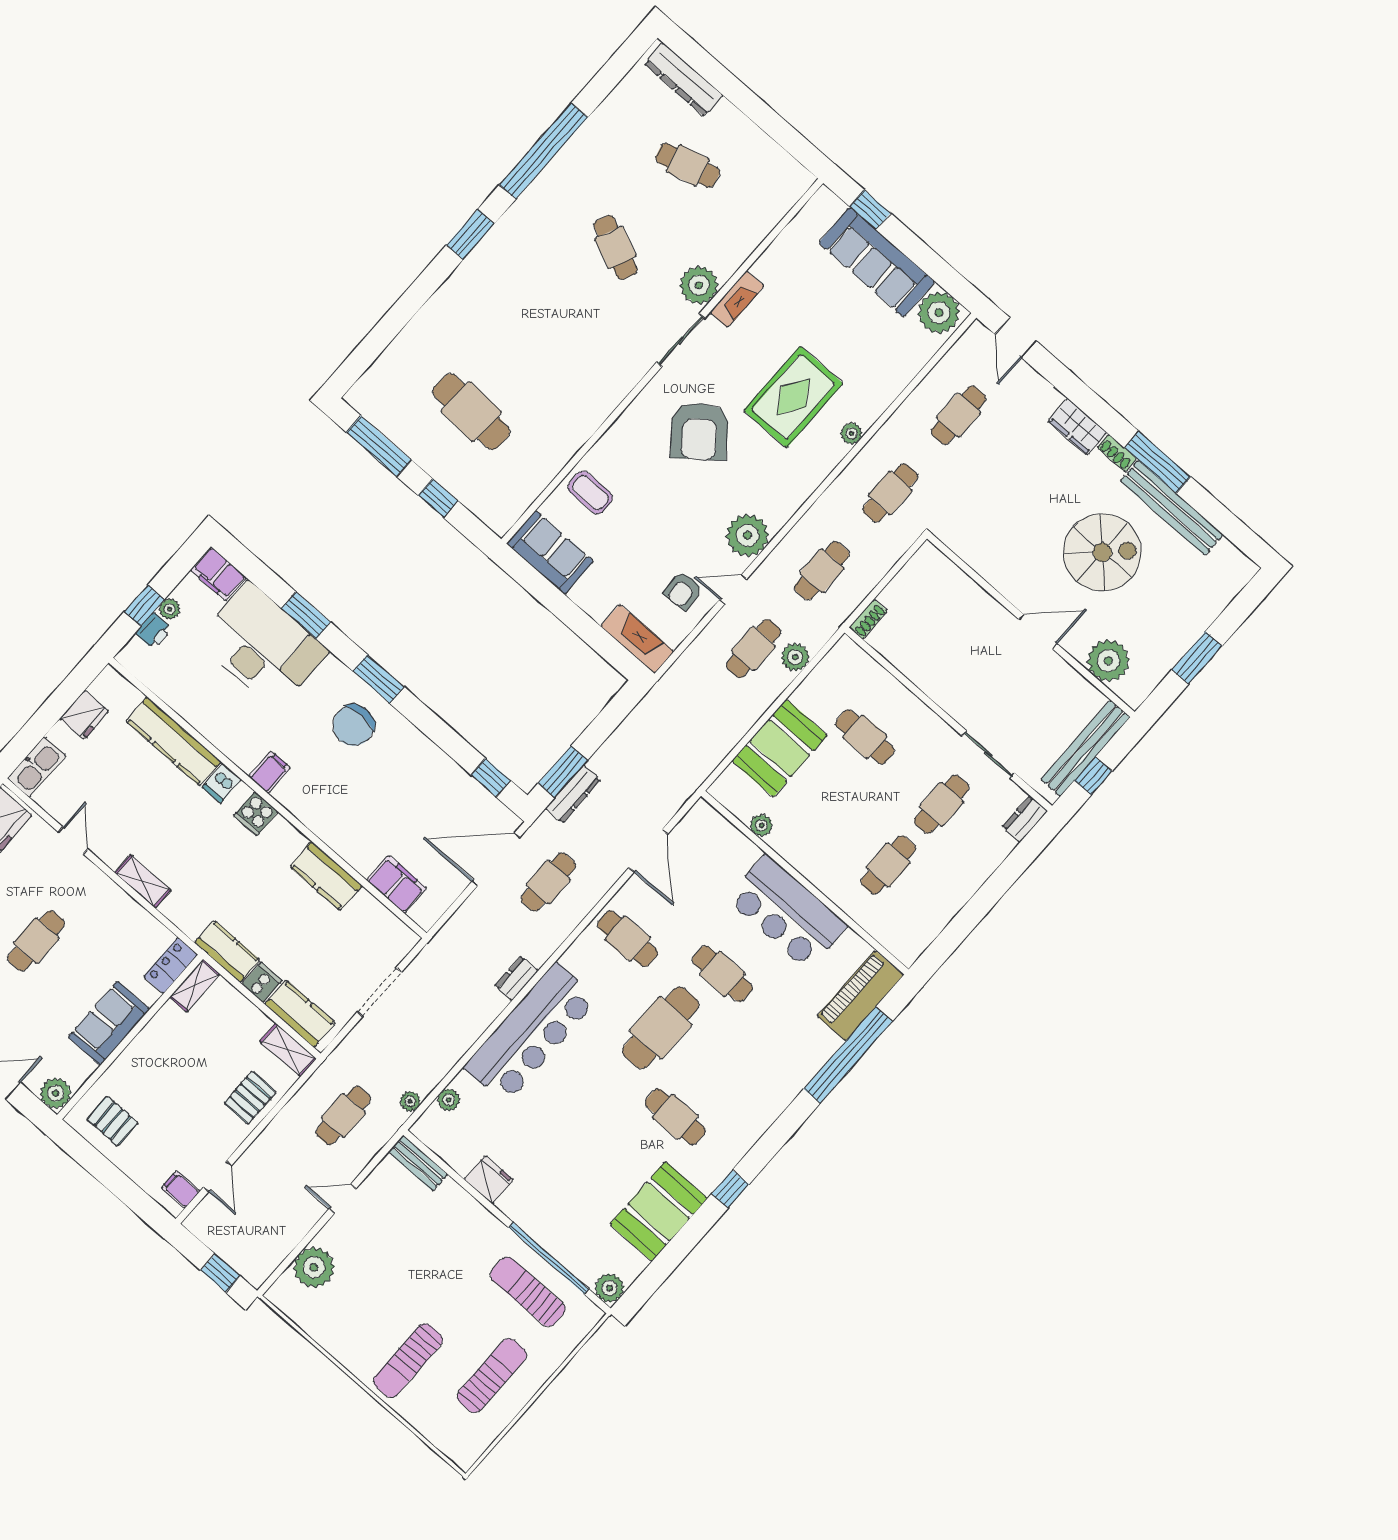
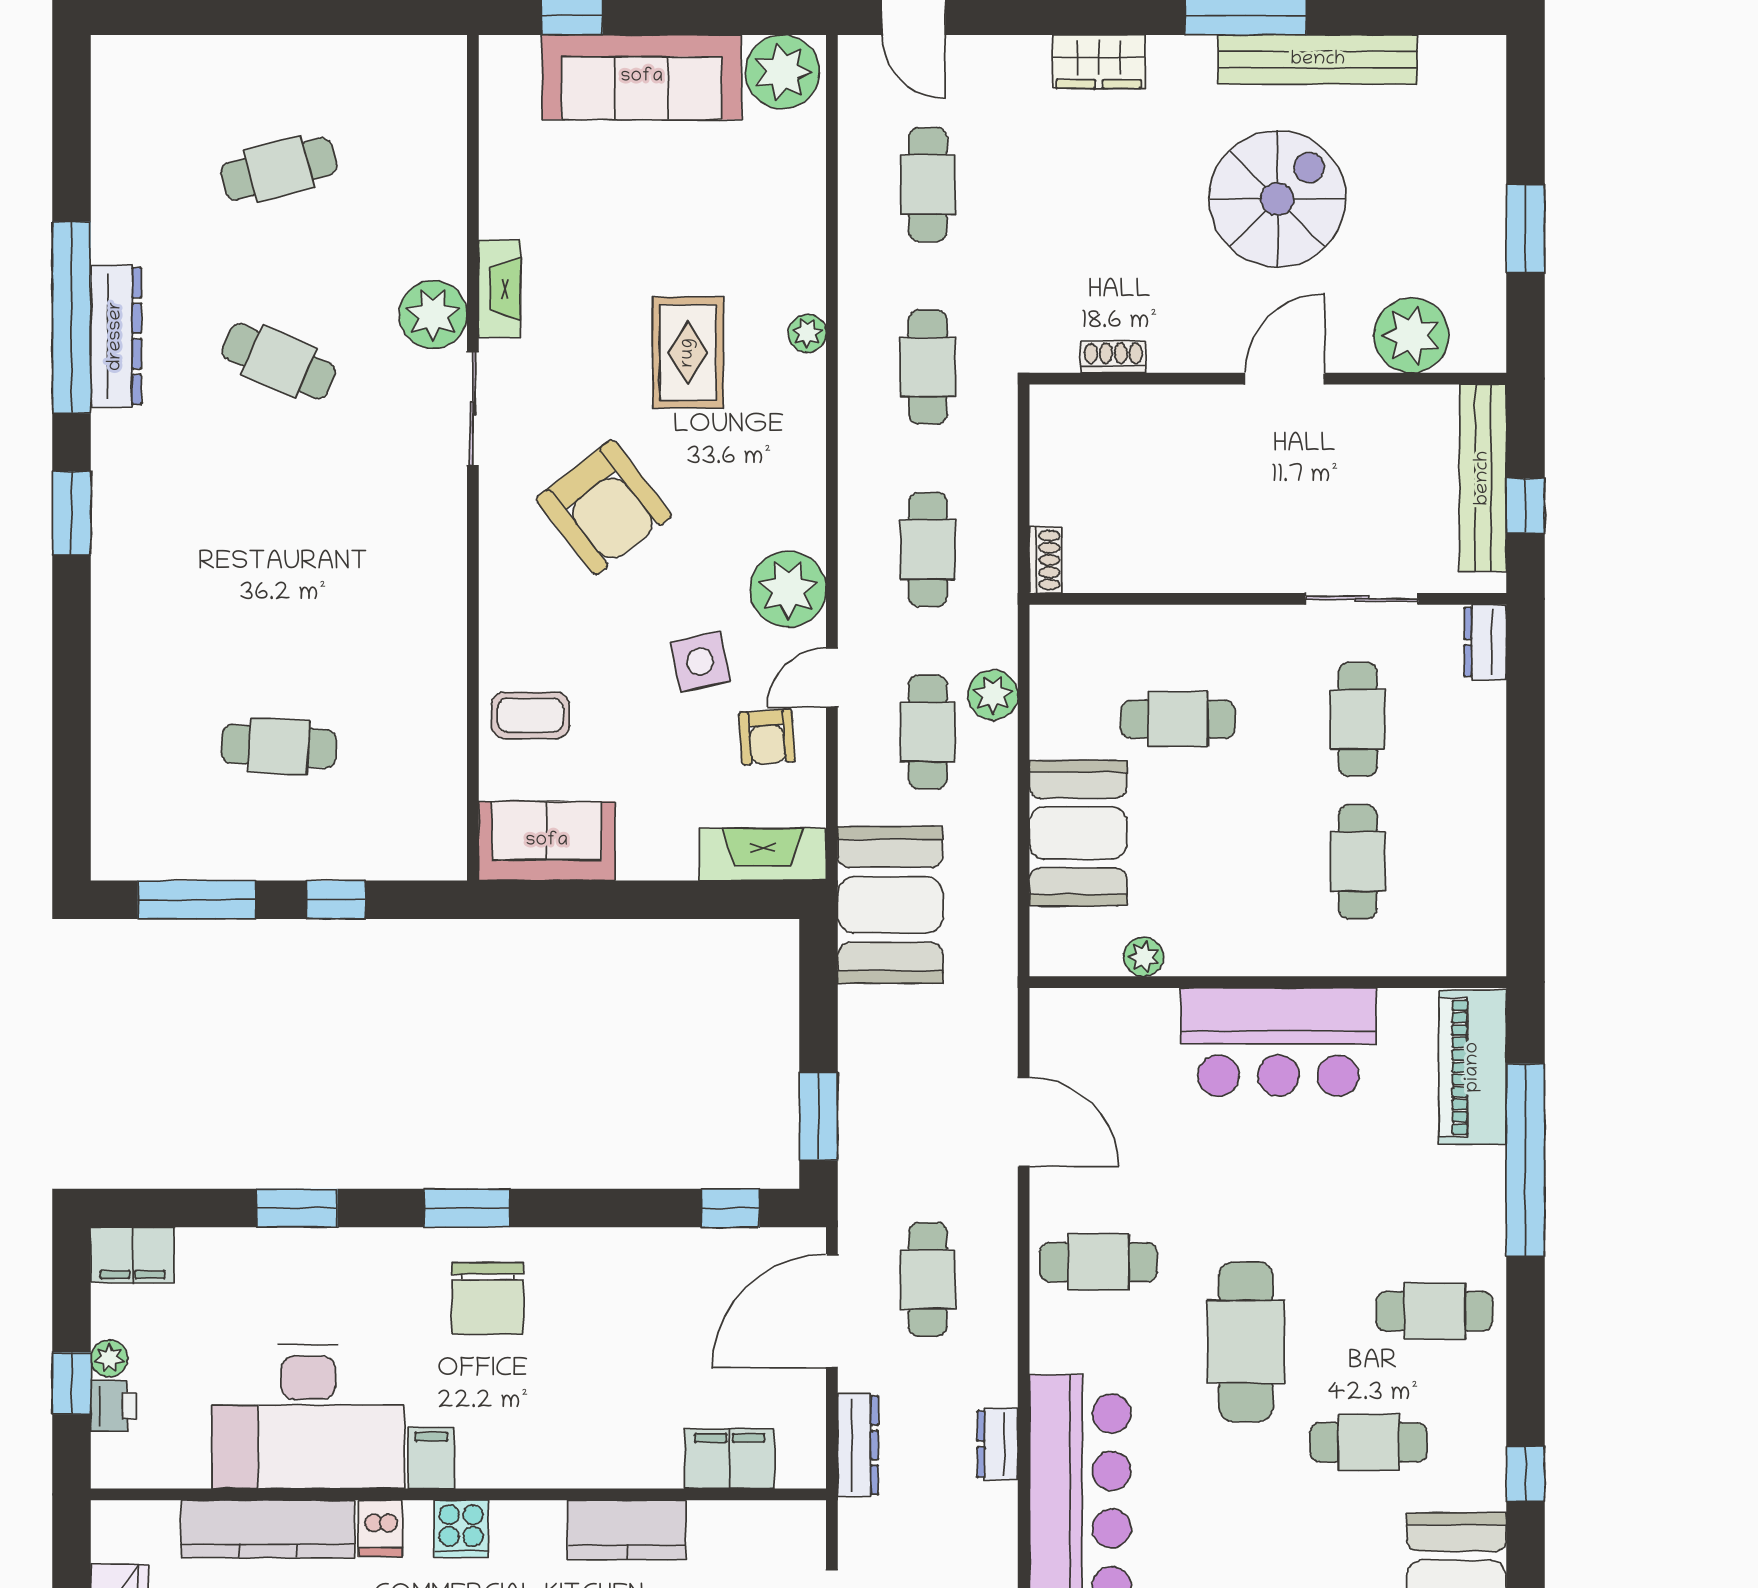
dresser: (684, 80) -> (116, 336), moved, turned -90
rug: (793, 397) -> (688, 353), width x0.73, depth x0.70
cafe table: (471, 412) -> (279, 746), width x0.73, depth x0.74
shoe rack: (1117, 453) -> (1113, 357), moved, turned 180
side table: (683, 533) -> (700, 662), added
desk: (262, 646) -> (308, 1417), moved, turned 180
booth: (673, 708) -> (890, 905), added
dresser: (573, 794) -> (858, 1445), moved
cafe table: (722, 974) -> (1435, 1311), moved

